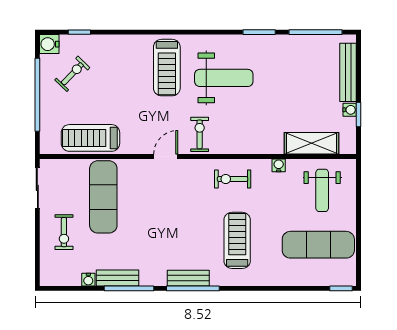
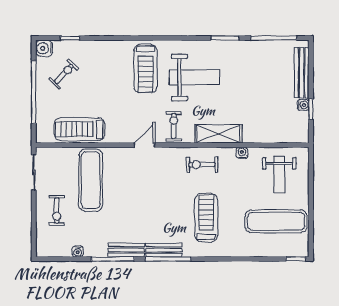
shelving: (312, 143) -> (218, 134), moved
bench: (117, 278) -> (126, 250), moved

